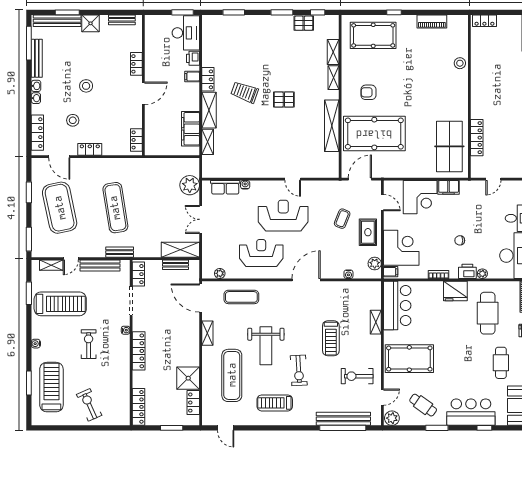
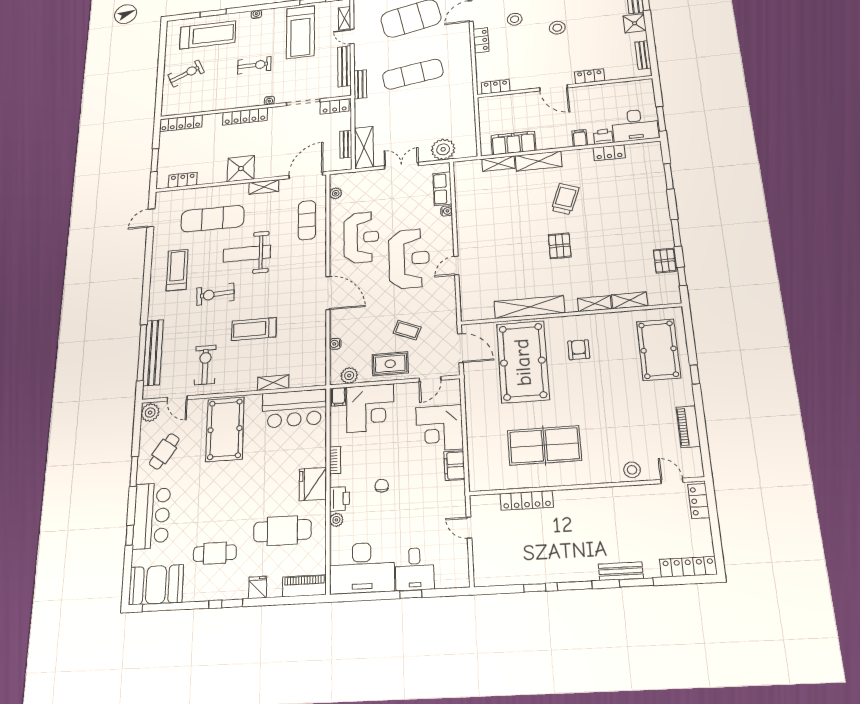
door: (469, 37) -> (672, 481), added
locker: (208, 79) -> (609, 153), moved
table tennis table: (449, 146) -> (544, 445), moved
shower: (188, 378) -> (241, 169), moved

